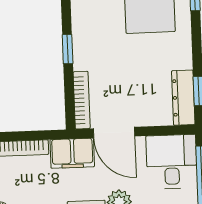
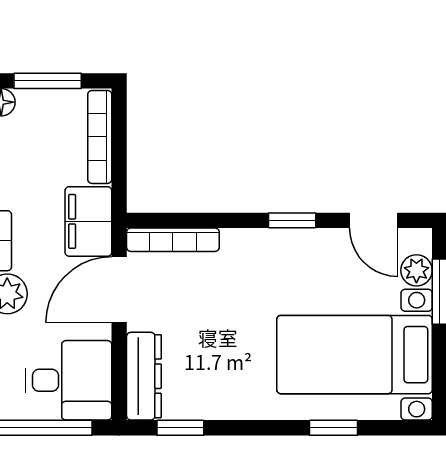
window: (68, 49) -> (292, 220), moved
dresser: (183, 98) -> (144, 376), moved, turned 90

